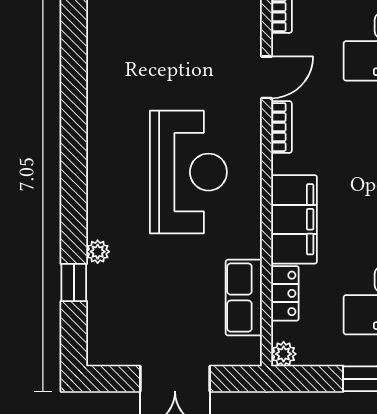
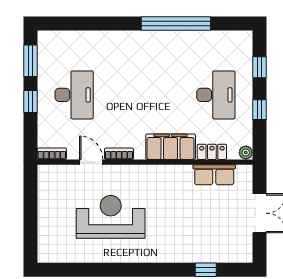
reception desk: (188, 172) -> (111, 217), moved
plant: (98, 252) -> (189, 256), removed

